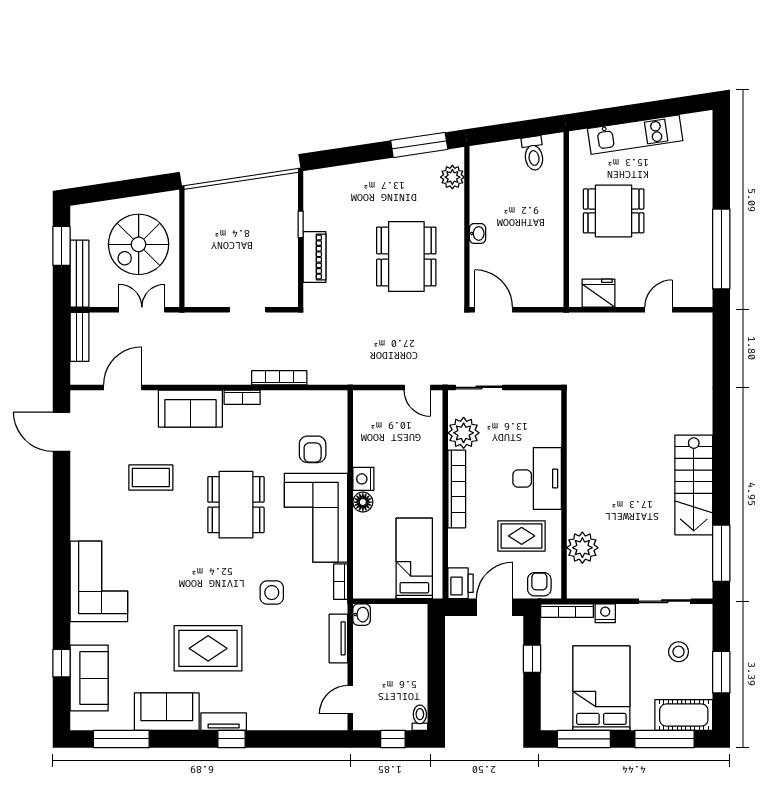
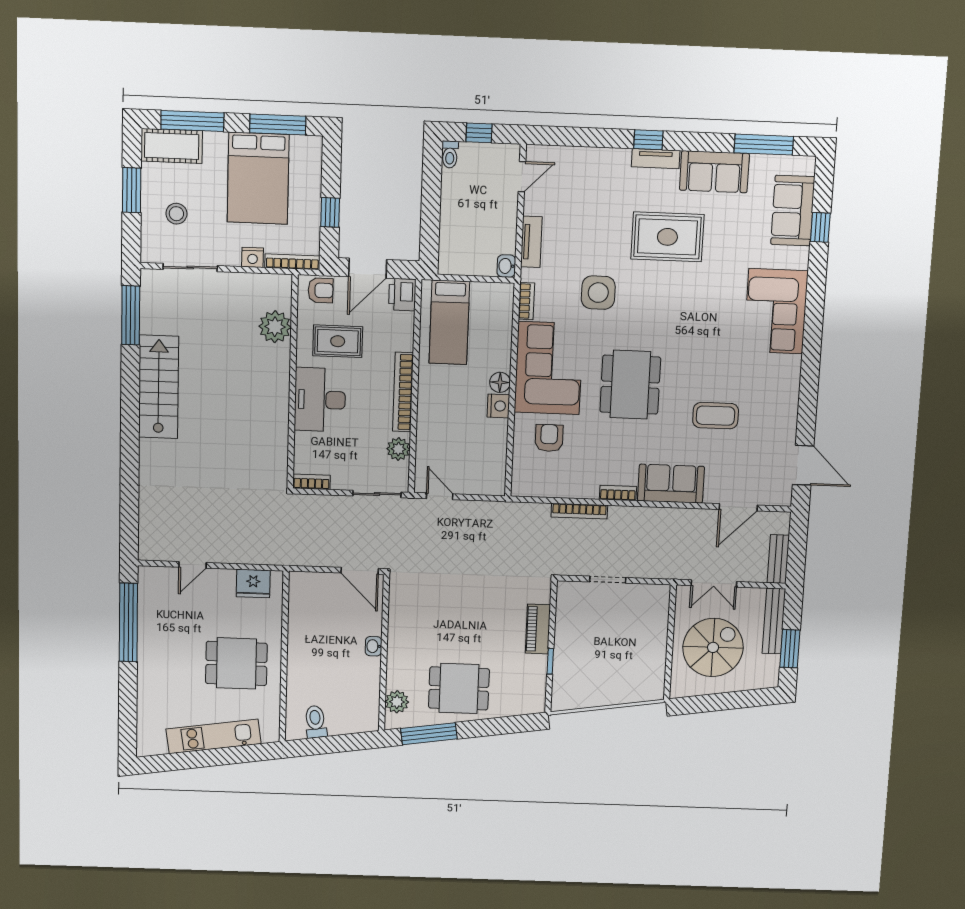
dining table: (406, 257) -> (459, 688), moved, width x0.73
bookcase: (543, 397) -> (312, 482), added
plant: (464, 433) -> (398, 449), width x0.73, depth x0.73
armchair: (539, 584) -> (321, 290), turned -90
side table: (272, 593) -> (598, 293), width x1.37, depth x1.37

